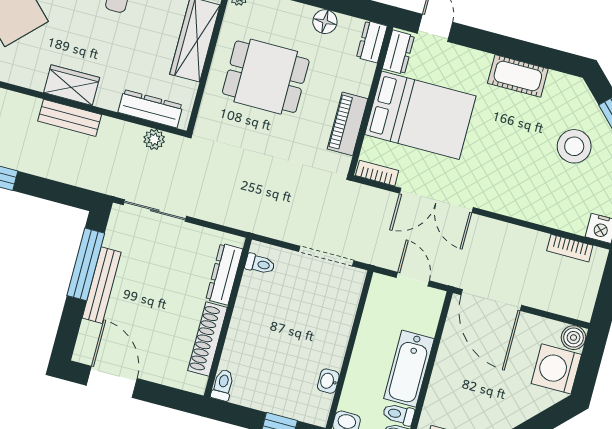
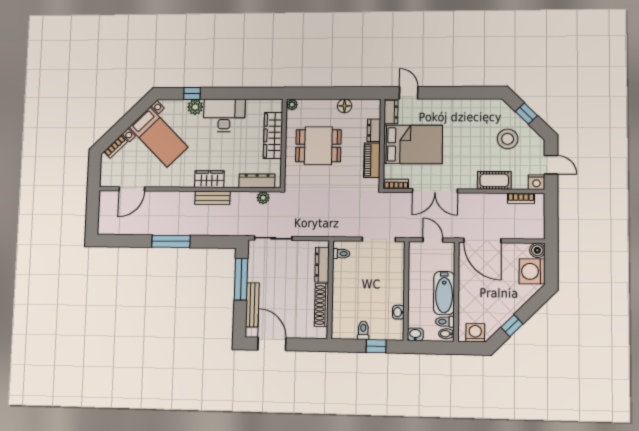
dresser: (372, 42) -> (374, 130), moved
cot: (518, 76) -> (494, 180), moved
bench: (102, 285) -> (252, 305), moved
toilet: (223, 385) -> (363, 330), moved

